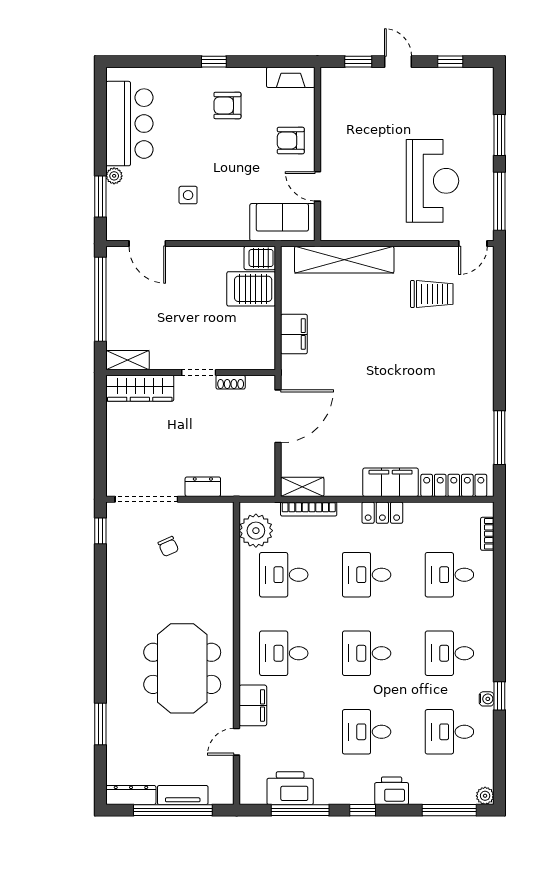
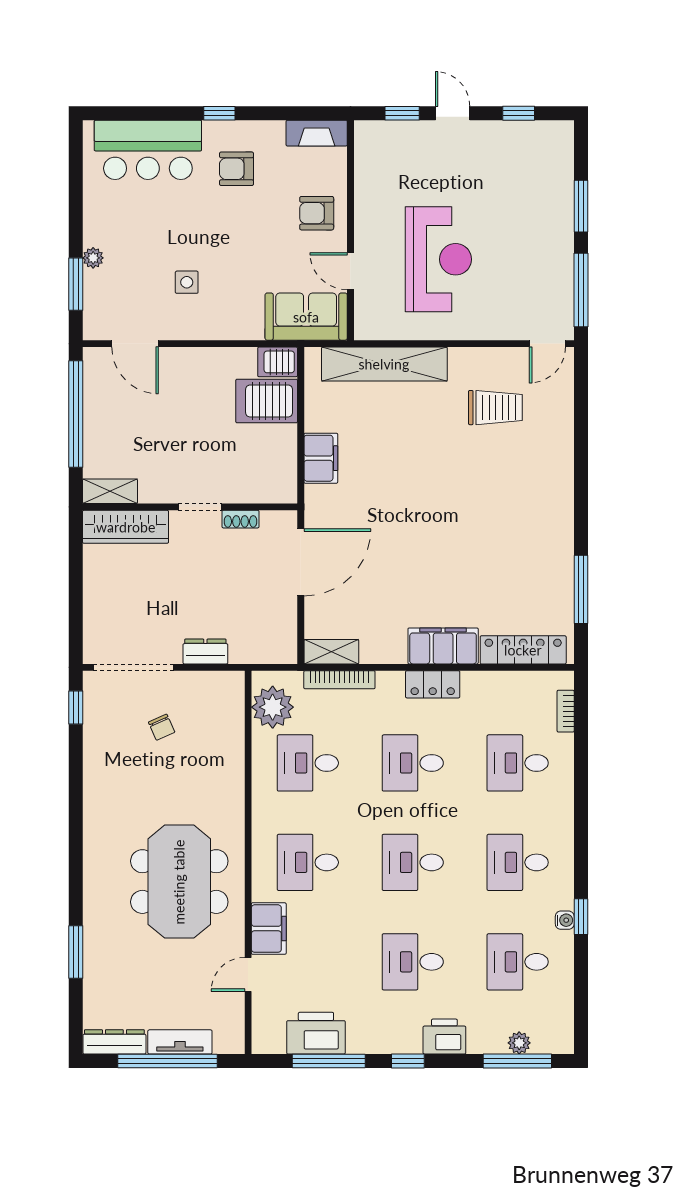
bar counter: (129, 124) -> (148, 150), moved, turned 90
reception desk: (433, 181) -> (438, 259), moved
plant: (485, 796) -> (519, 1043), moved

